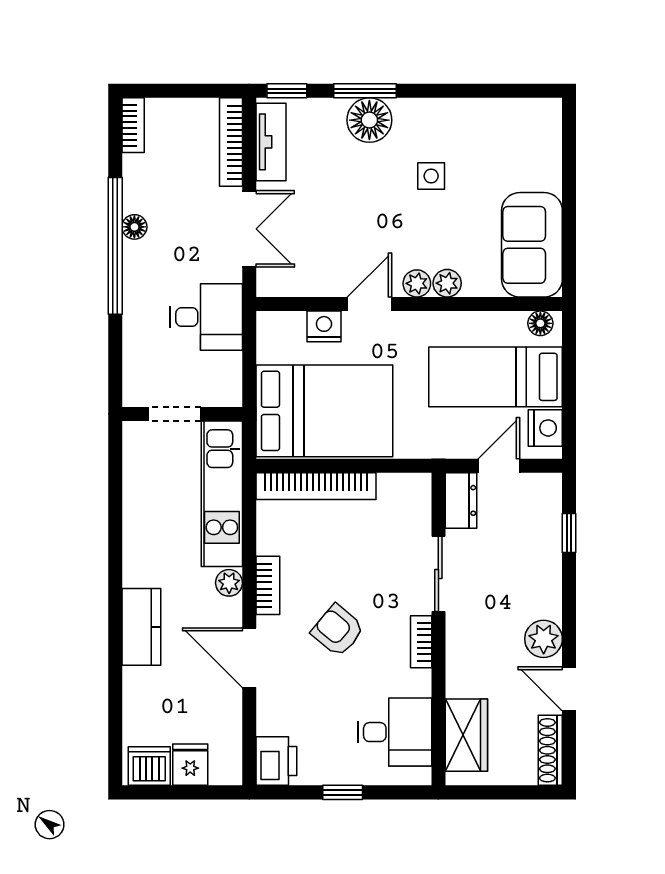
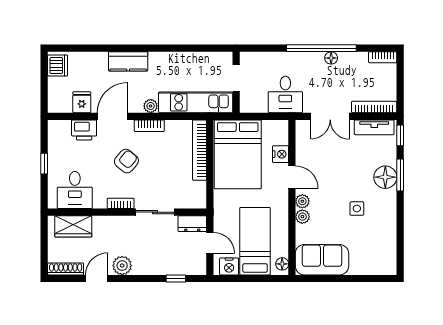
printer: (276, 761) -> (84, 130), moved
fridge: (190, 765) -> (82, 102), moved, turned -90

